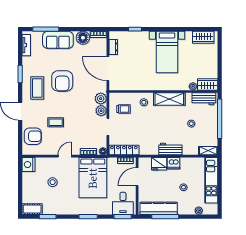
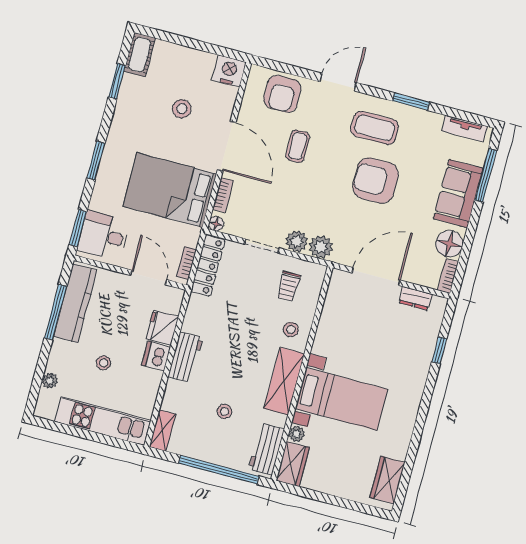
bed with nightstands: (167, 52) -> (341, 399), moved, turned 180
door: (65, 156) -> (227, 146), width x1.87

